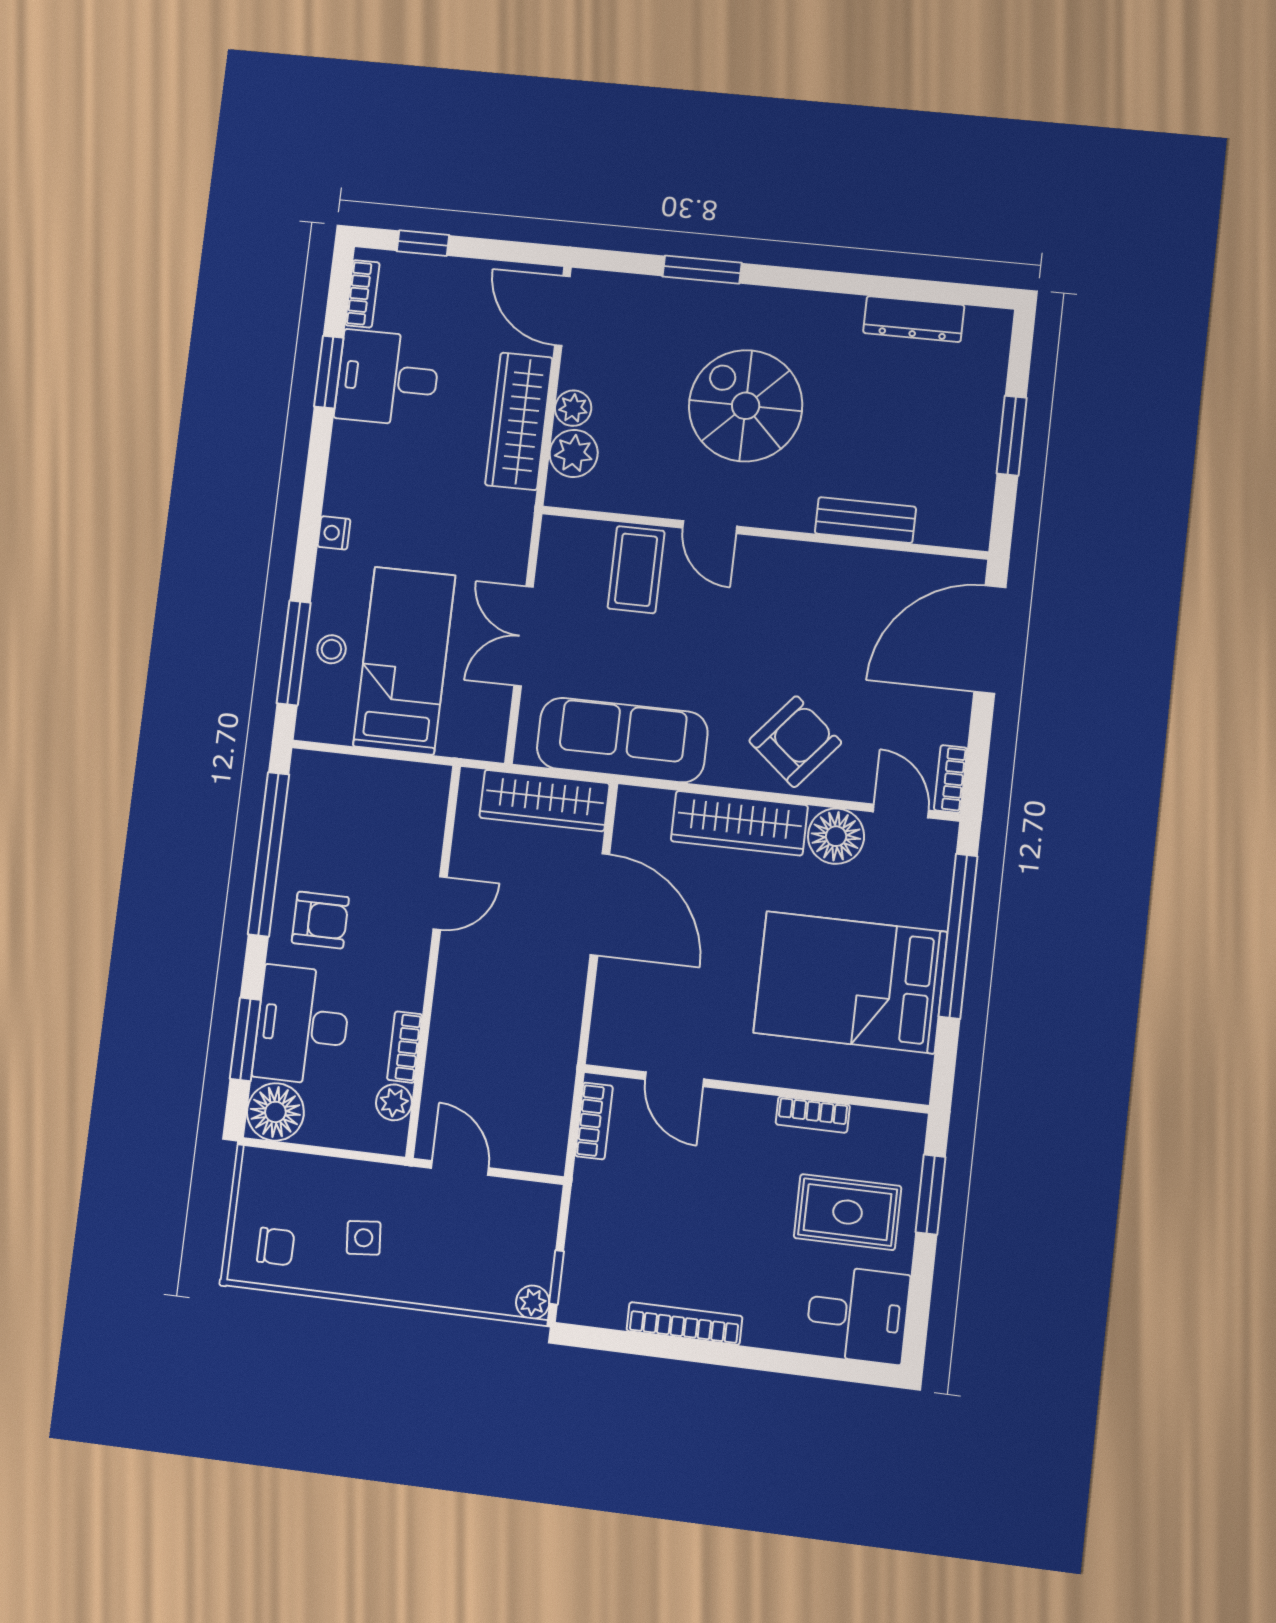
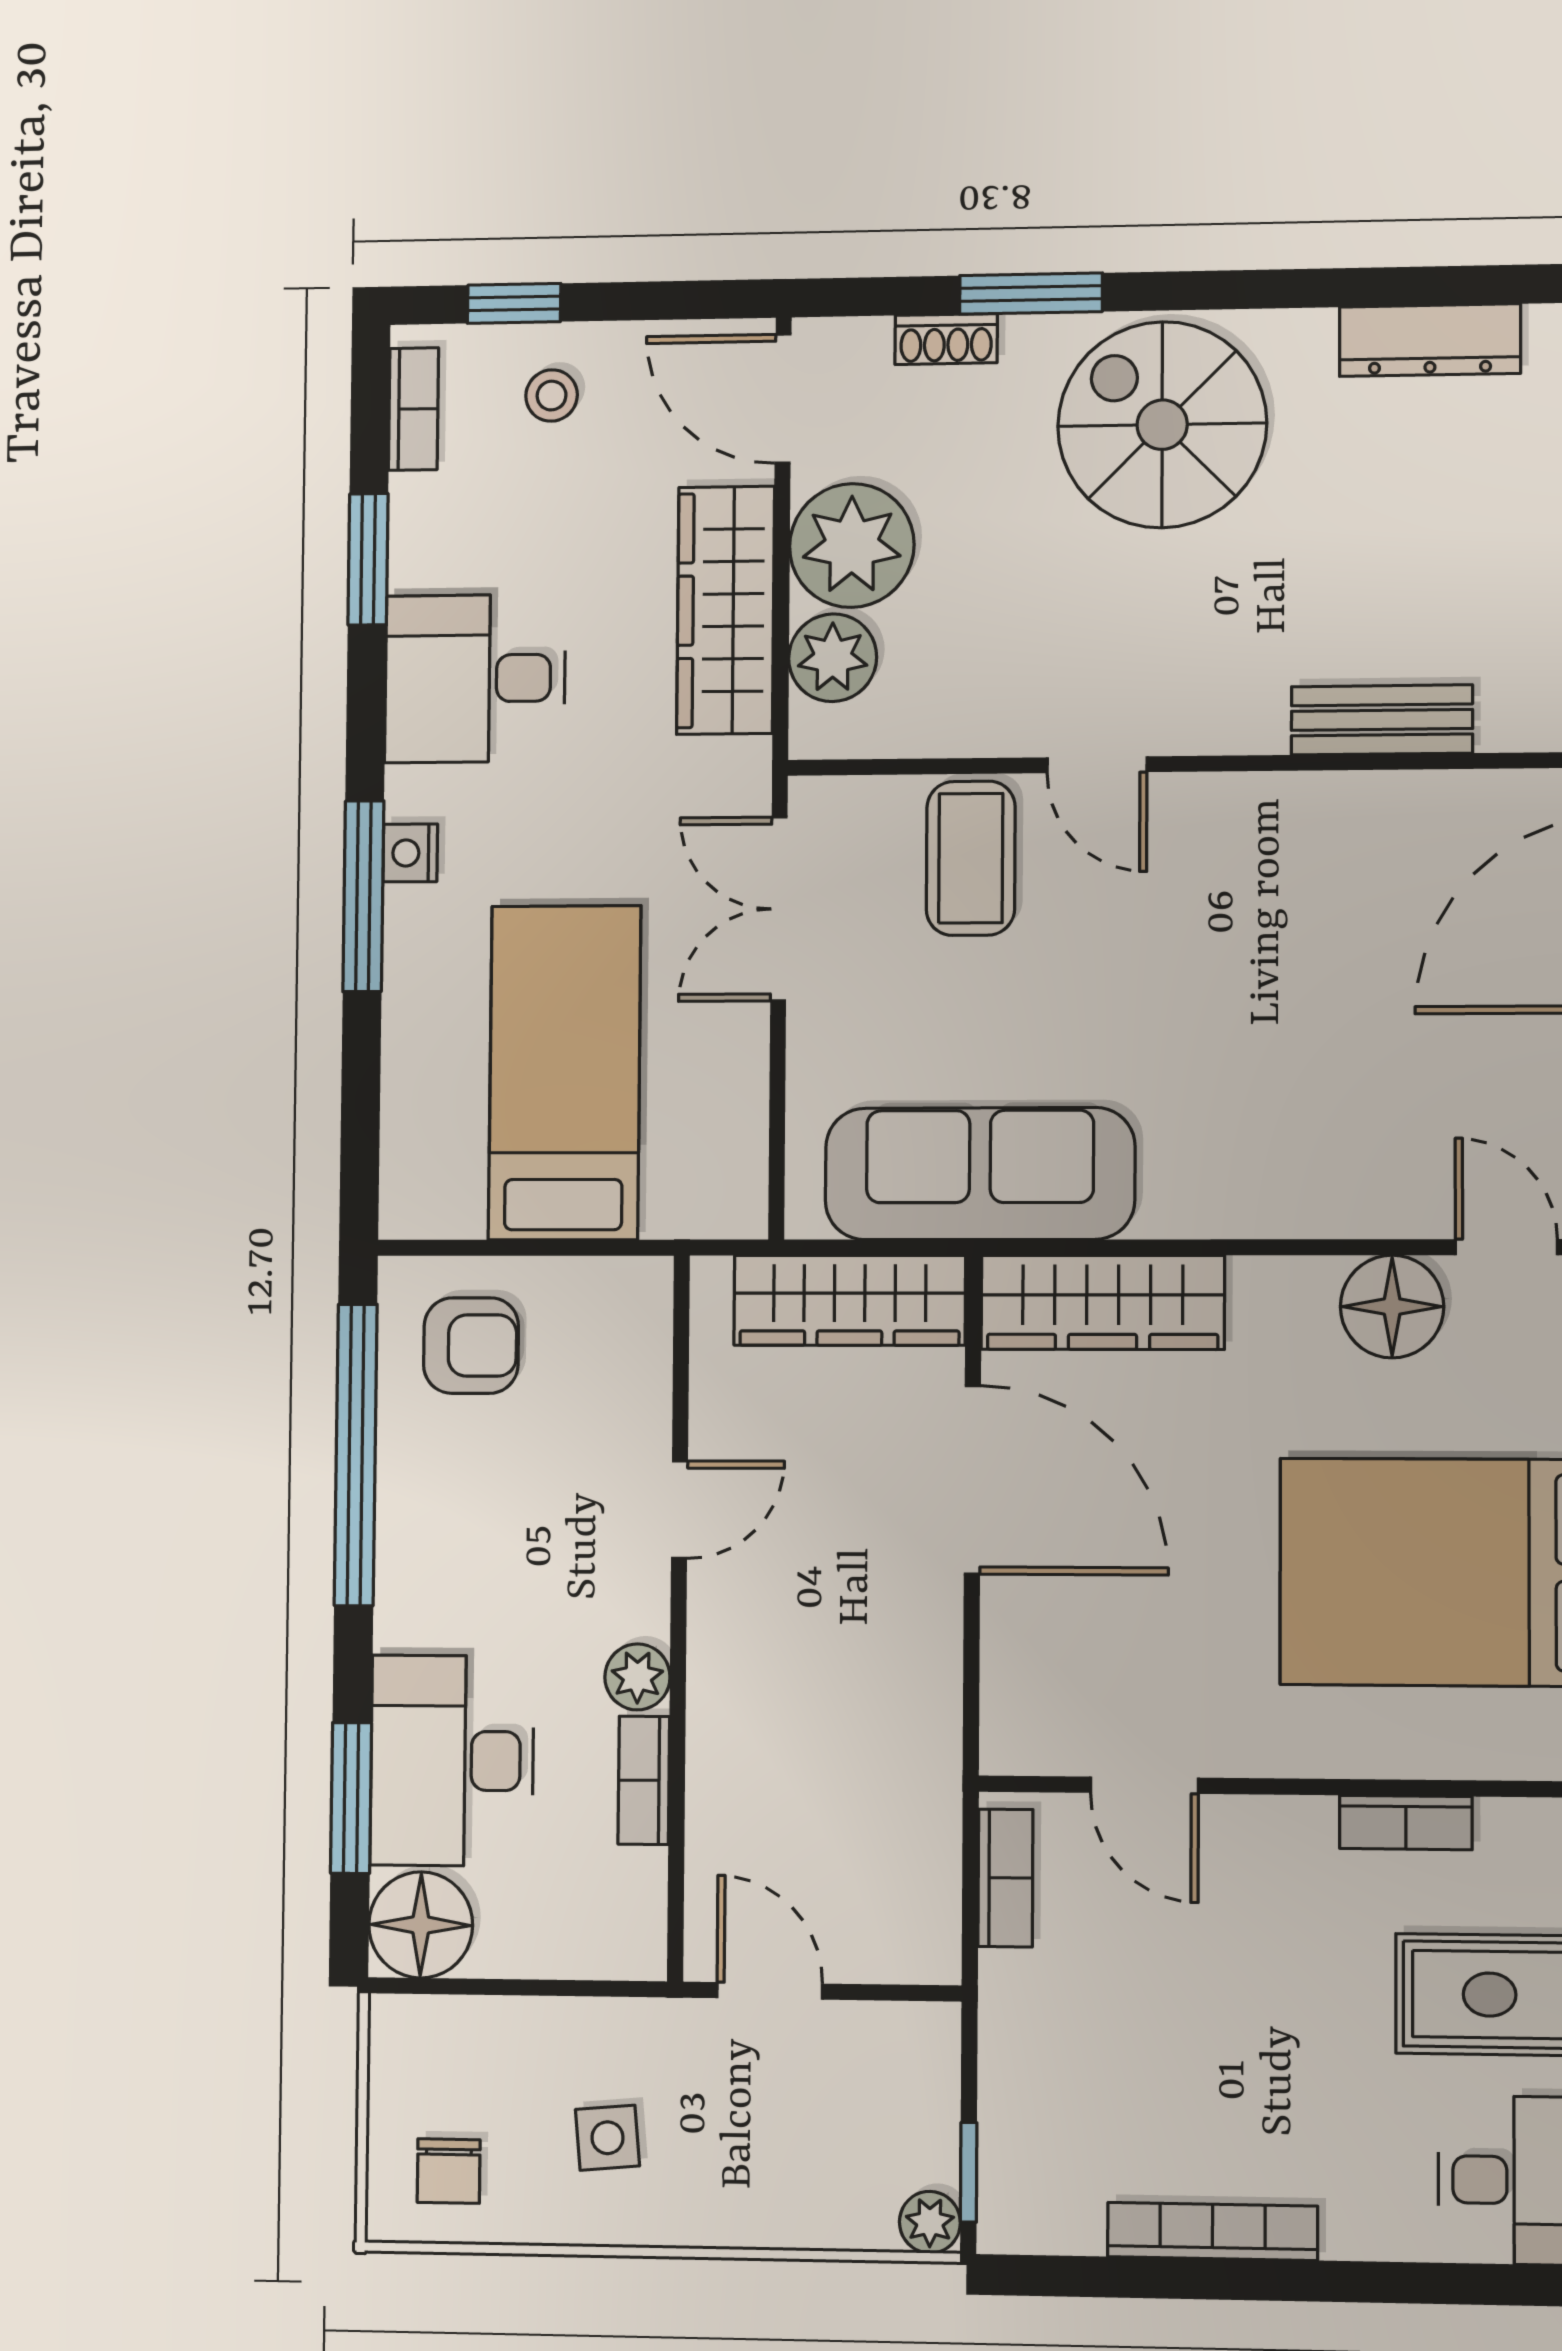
shoe rack: (654, 289) -> (946, 339), added
desk: (387, 378) -> (475, 678), moved
spiral stairs: (746, 406) -> (1162, 425), moved
plant: (573, 408) -> (852, 546), width x1.87, depth x1.87
double door: (524, 636) -> (779, 909), moved
stool: (331, 649) -> (552, 396), moved
window: (294, 653) -> (363, 896), moved
armchair: (795, 742) -> (1298, 1141), removed
wardrobe: (739, 823) -> (1103, 1302), moved
armchair: (320, 920) -> (471, 1346), moved
plant: (394, 1102) -> (637, 1677), moved
chair: (276, 1247) -> (449, 2171), turned 90

